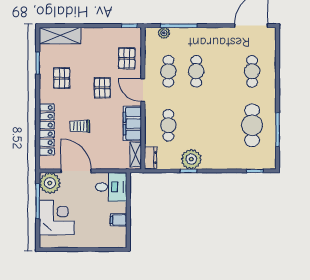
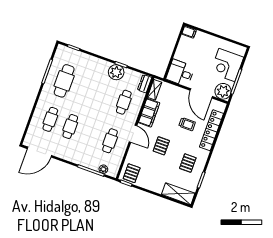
pallet: (127, 58) -> (132, 173), moved
cafe table: (196, 71) -> (70, 126), moved
filing cabinet: (118, 220) -> (189, 32), moved

